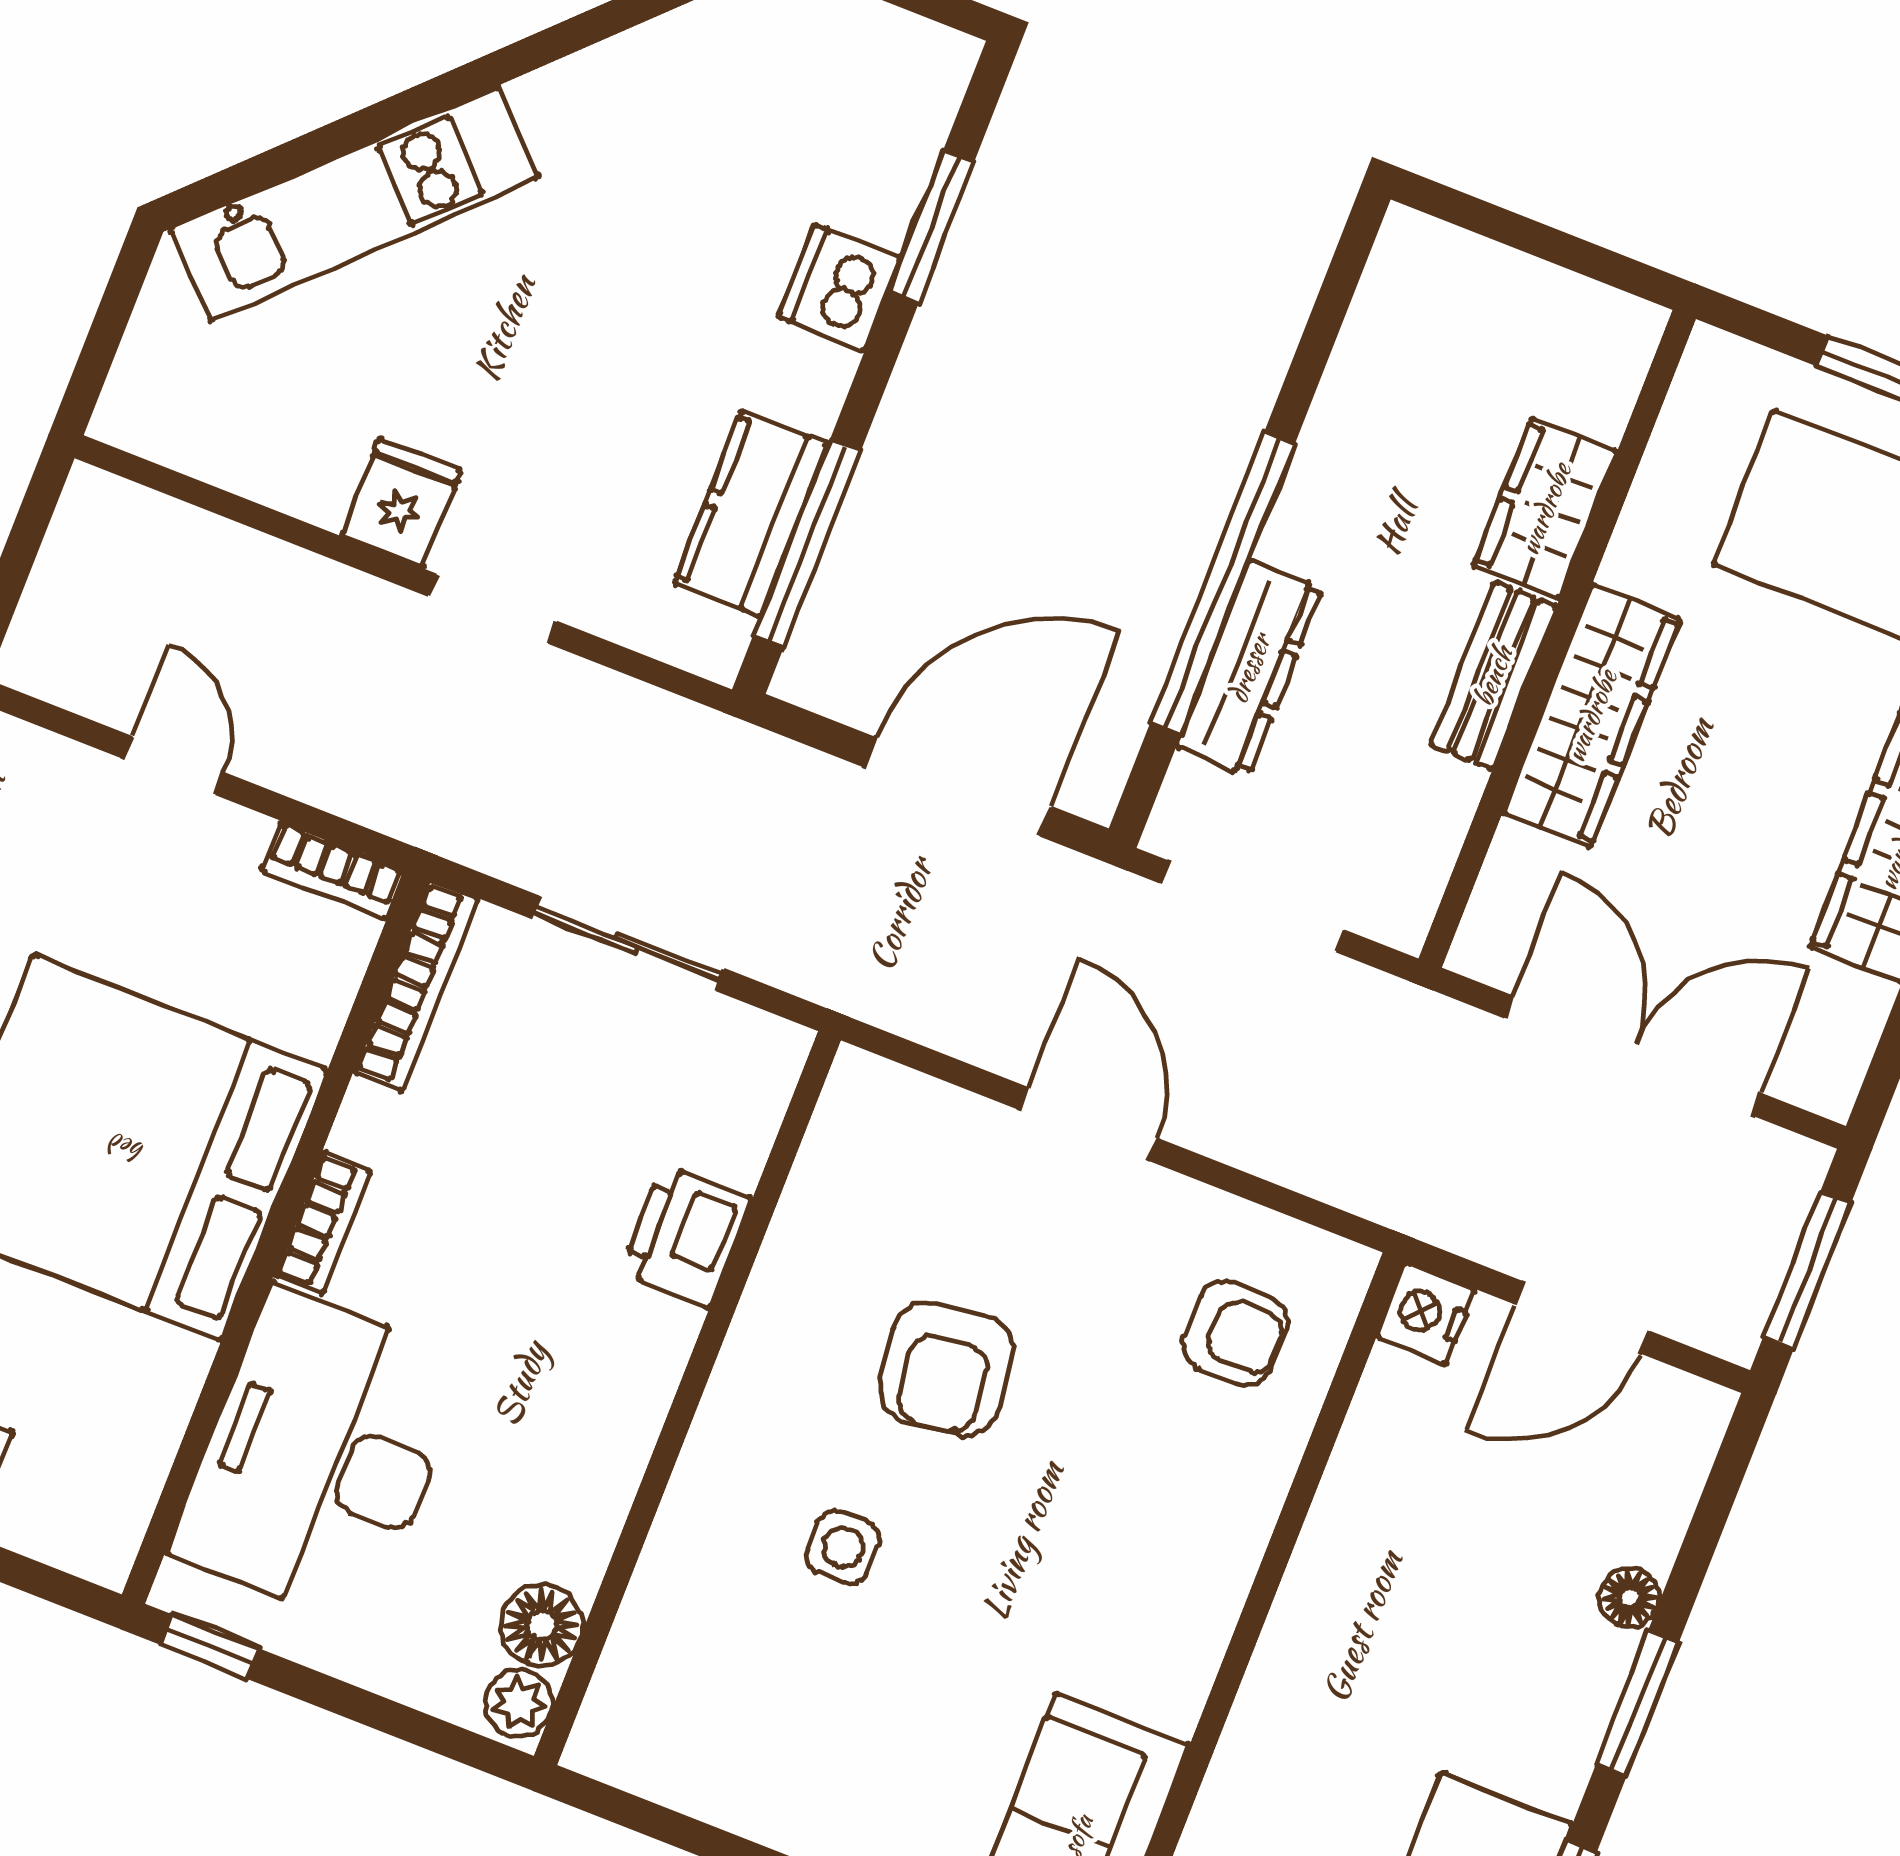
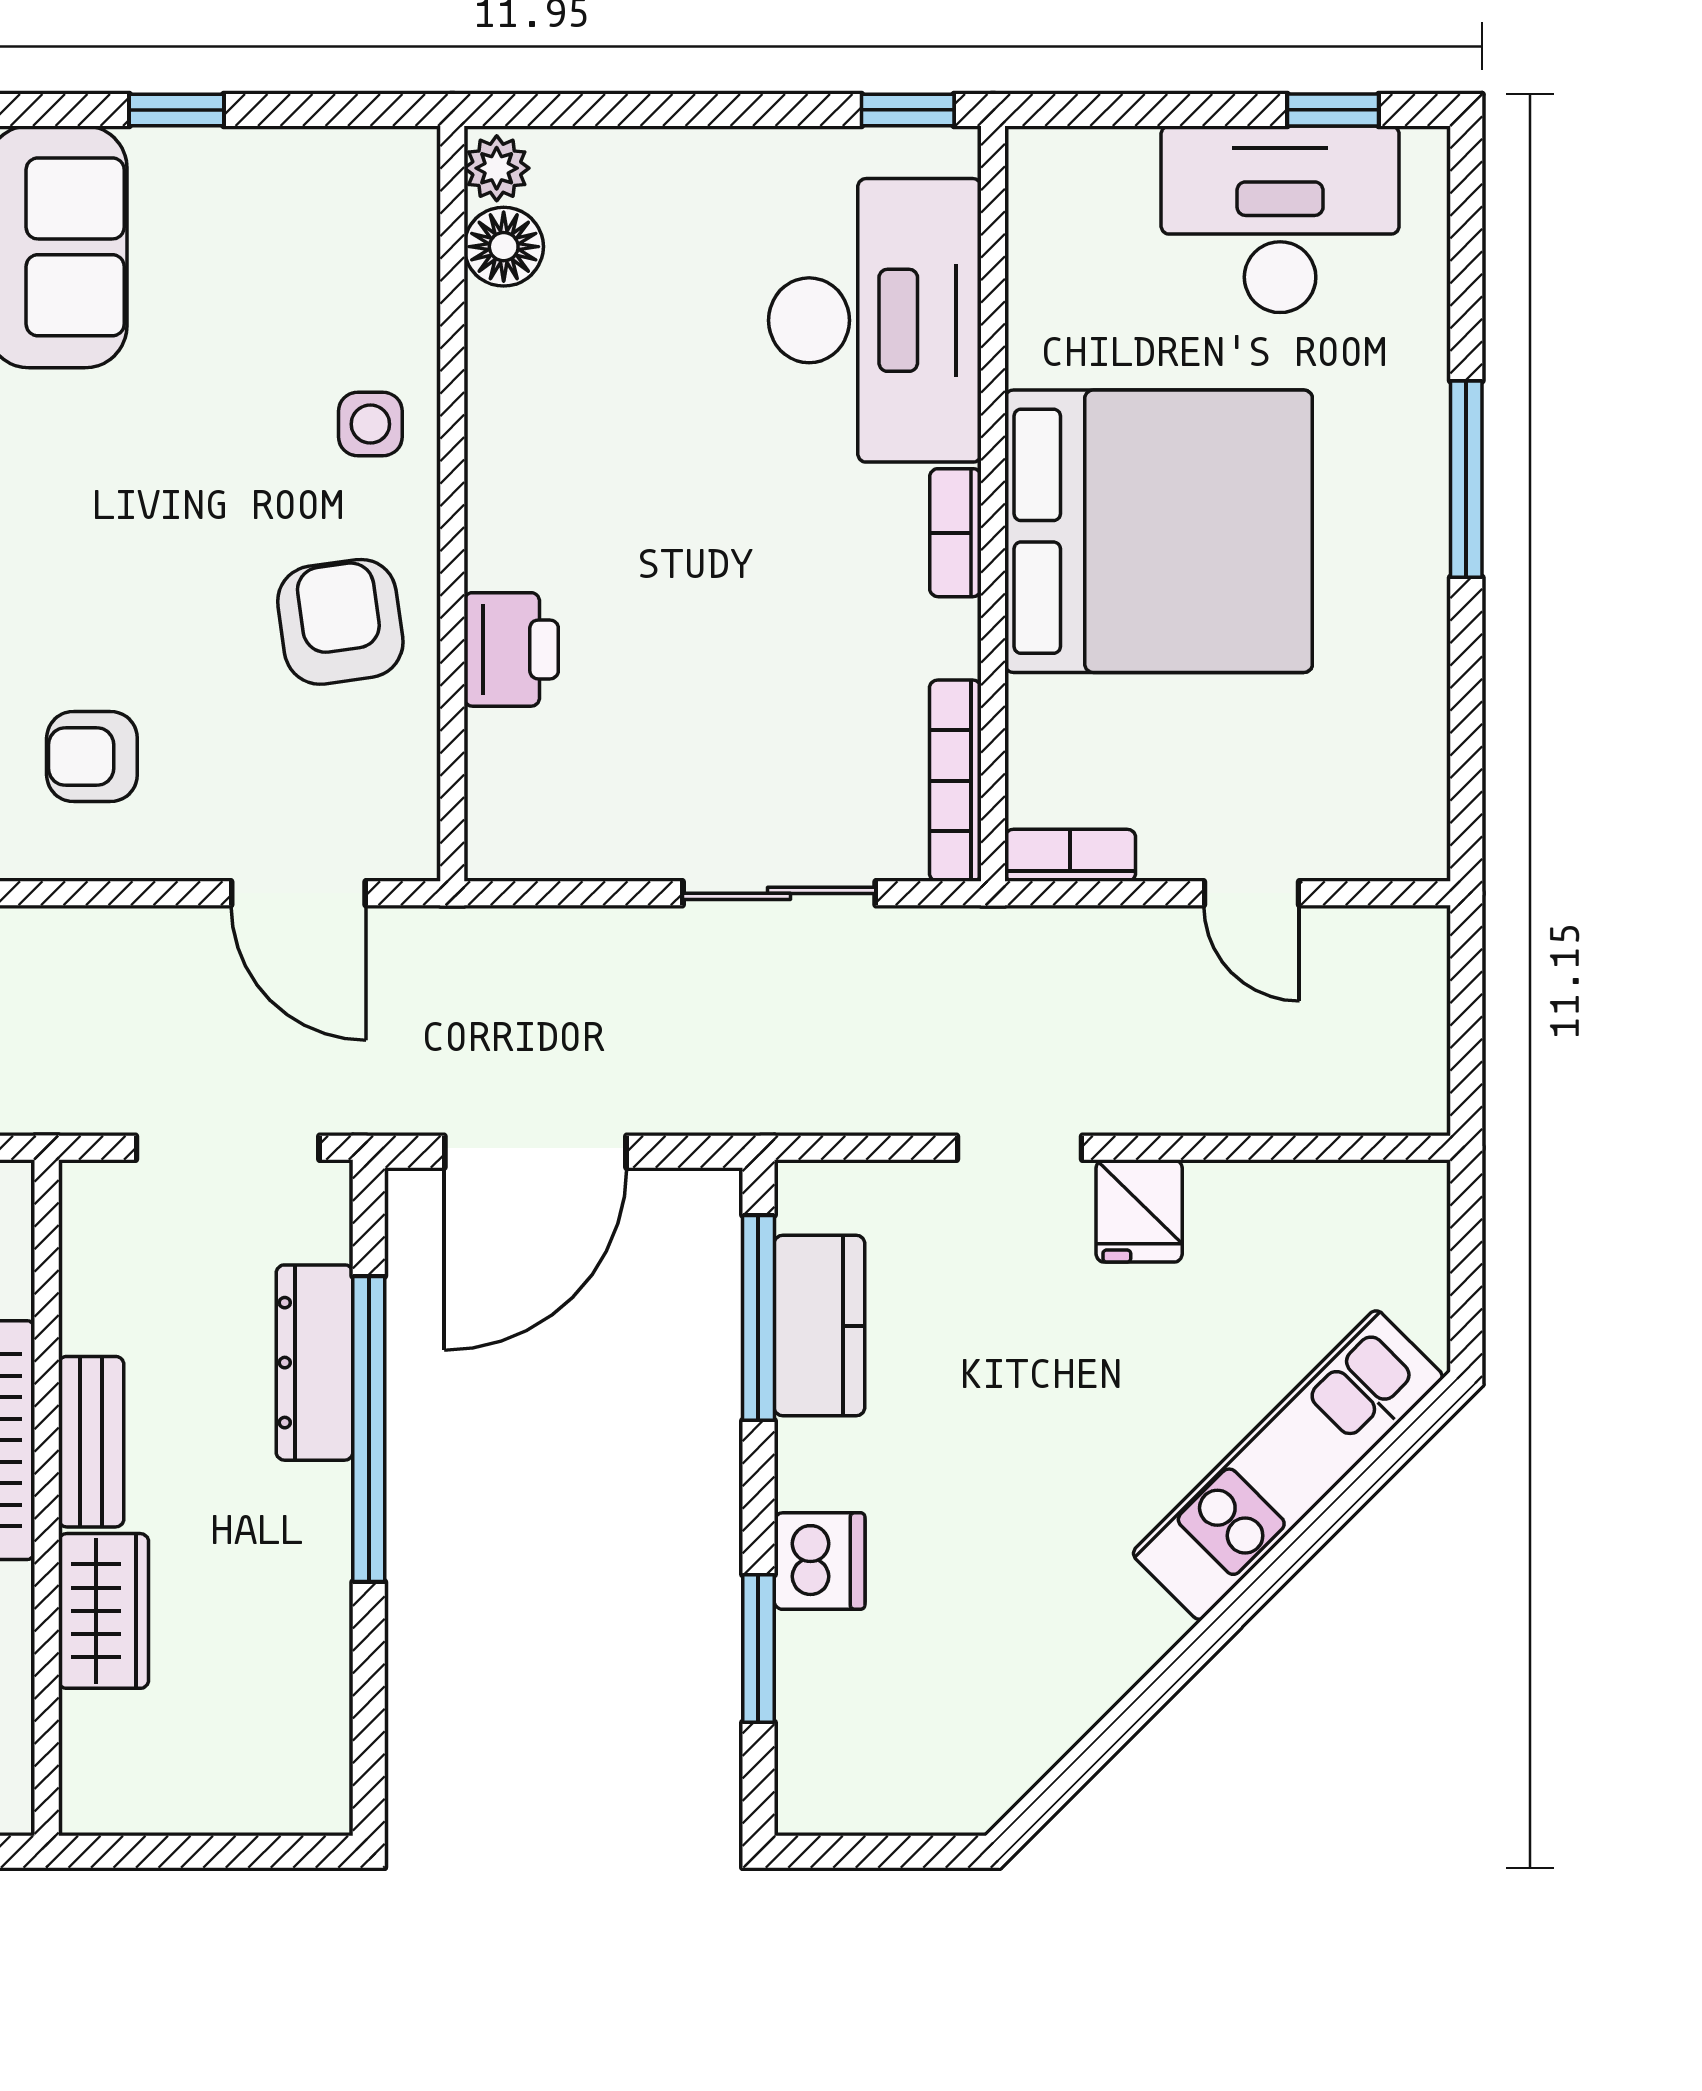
printer: (686, 1236) -> (511, 649), moved
wall: (688, 1398) -> (452, 504), moved
floor lamp: (542, 1625) -> (504, 247), moved
plant: (519, 1703) -> (497, 168), moved

